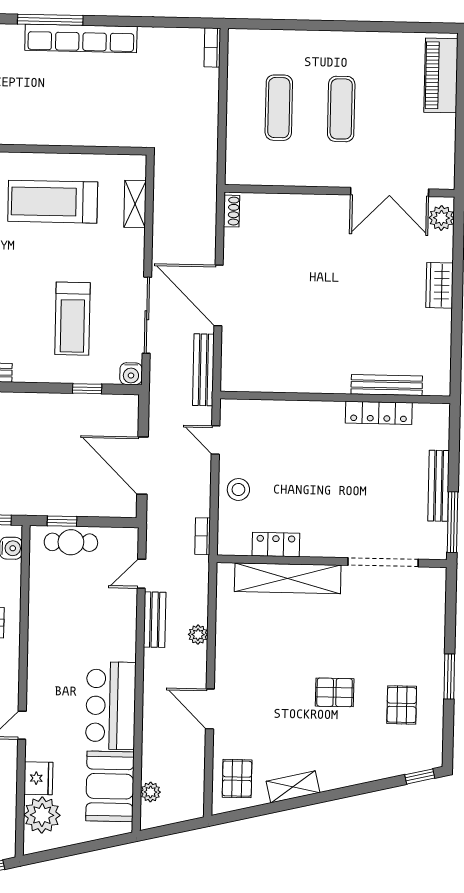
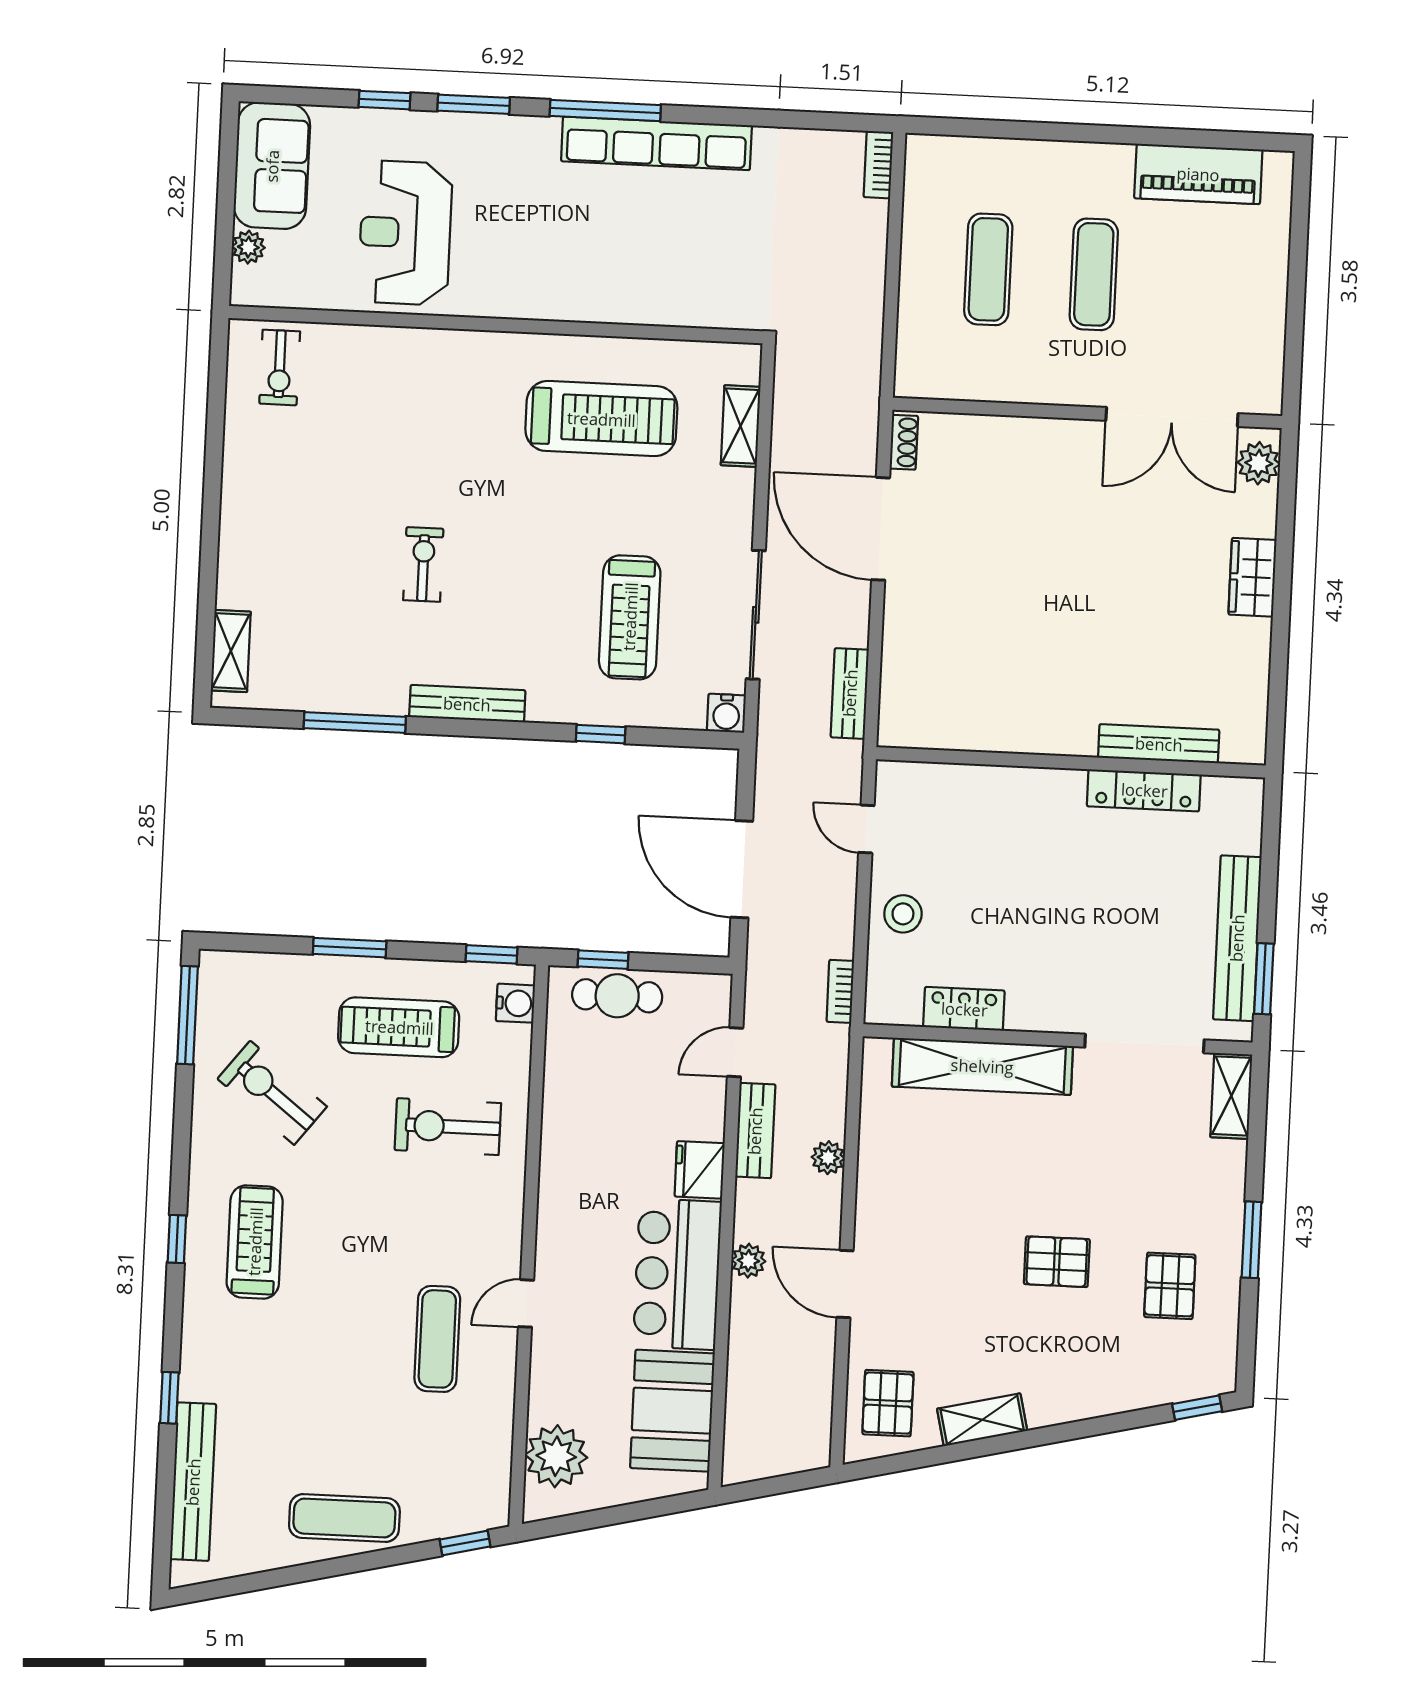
piano: (441, 75) -> (1198, 174), moved, turned -90
treadmill: (53, 202) -> (601, 419), turned 180
door: (219, 295) -> (881, 529), moved
bench: (203, 370) -> (850, 693), width x0.73
window: (87, 389) -> (601, 734), moved
bench: (439, 486) -> (1237, 938), width x1.37, depth x1.21
window: (452, 522) -> (1264, 979), width x0.69
shelving: (435, 592) -> (1231, 1096), added
fridge: (38, 778) -> (700, 1170), moved, turned 180
plant: (151, 792) -> (748, 1261), moved

